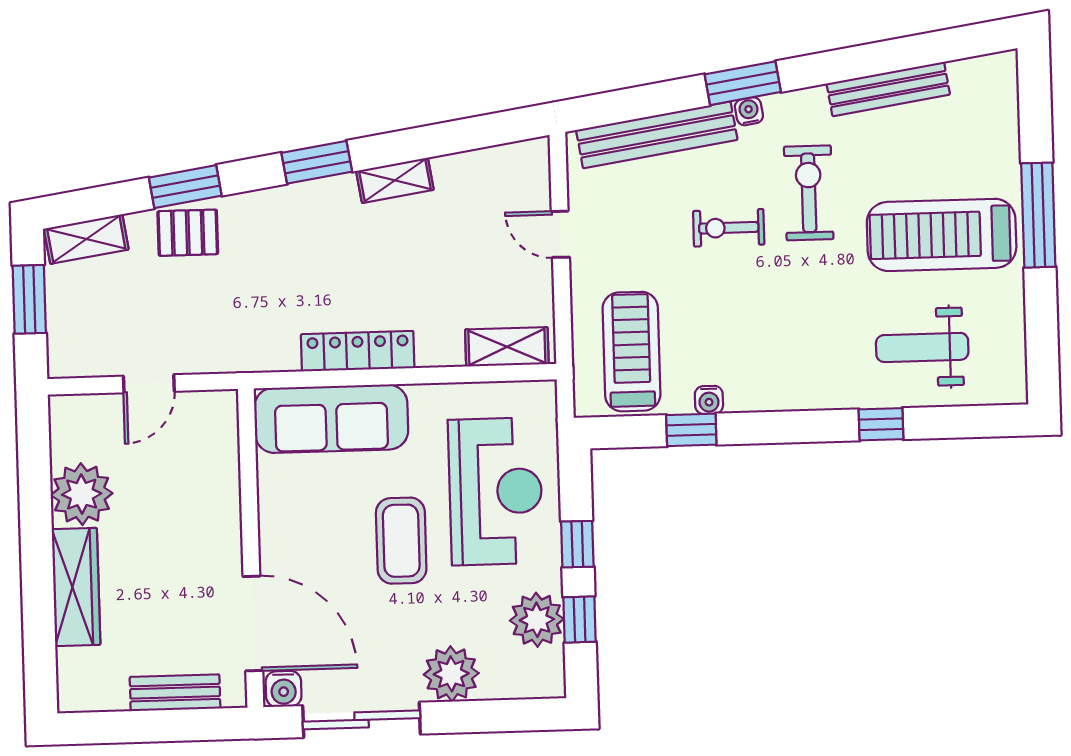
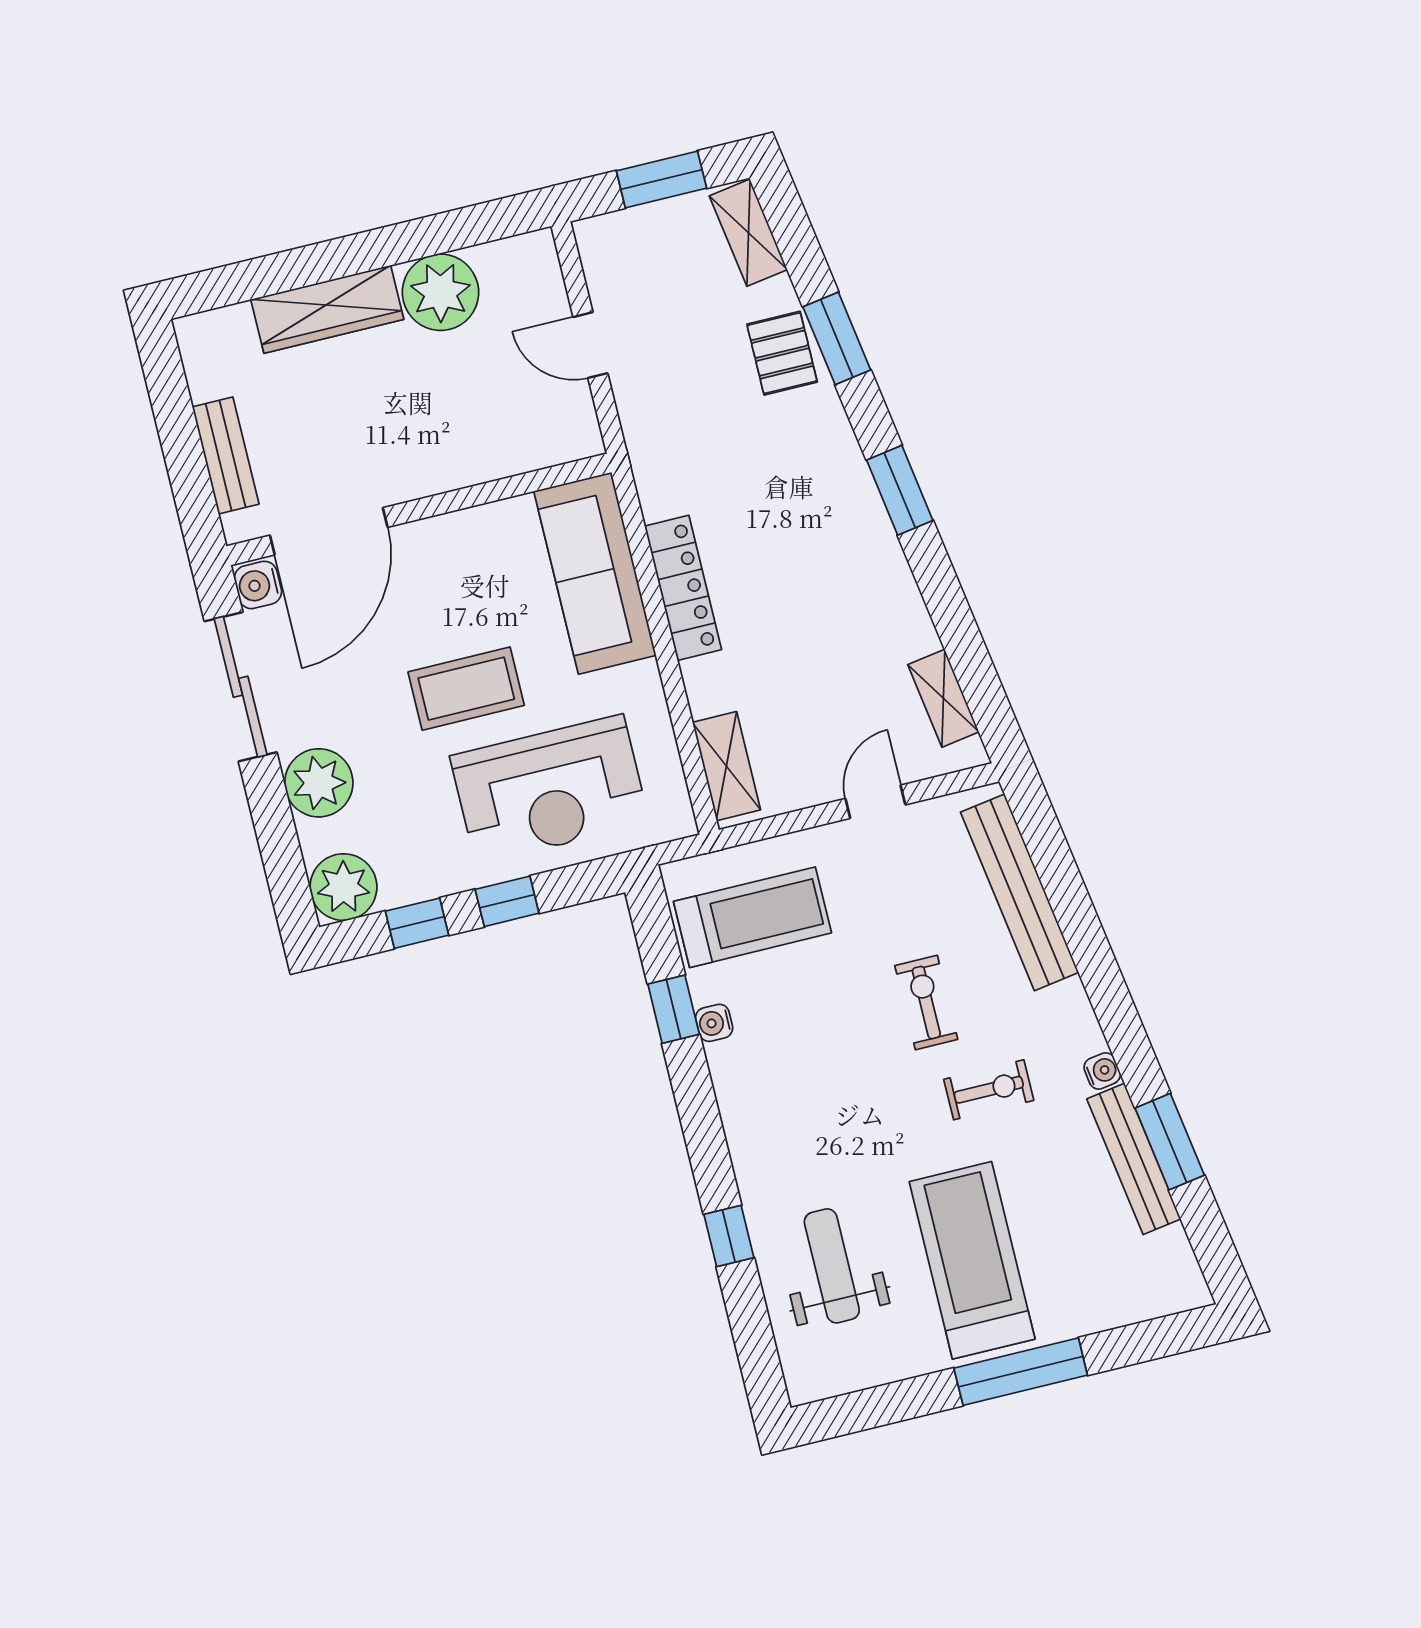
window: (743, 83) -> (1170, 1142), moved
water cooler: (749, 111) -> (1102, 1071), moved
shelving: (395, 180) -> (943, 698), moved
exercise bike: (809, 193) -> (989, 1090), width x0.73, depth x0.72
plant: (537, 620) -> (343, 887), moved

